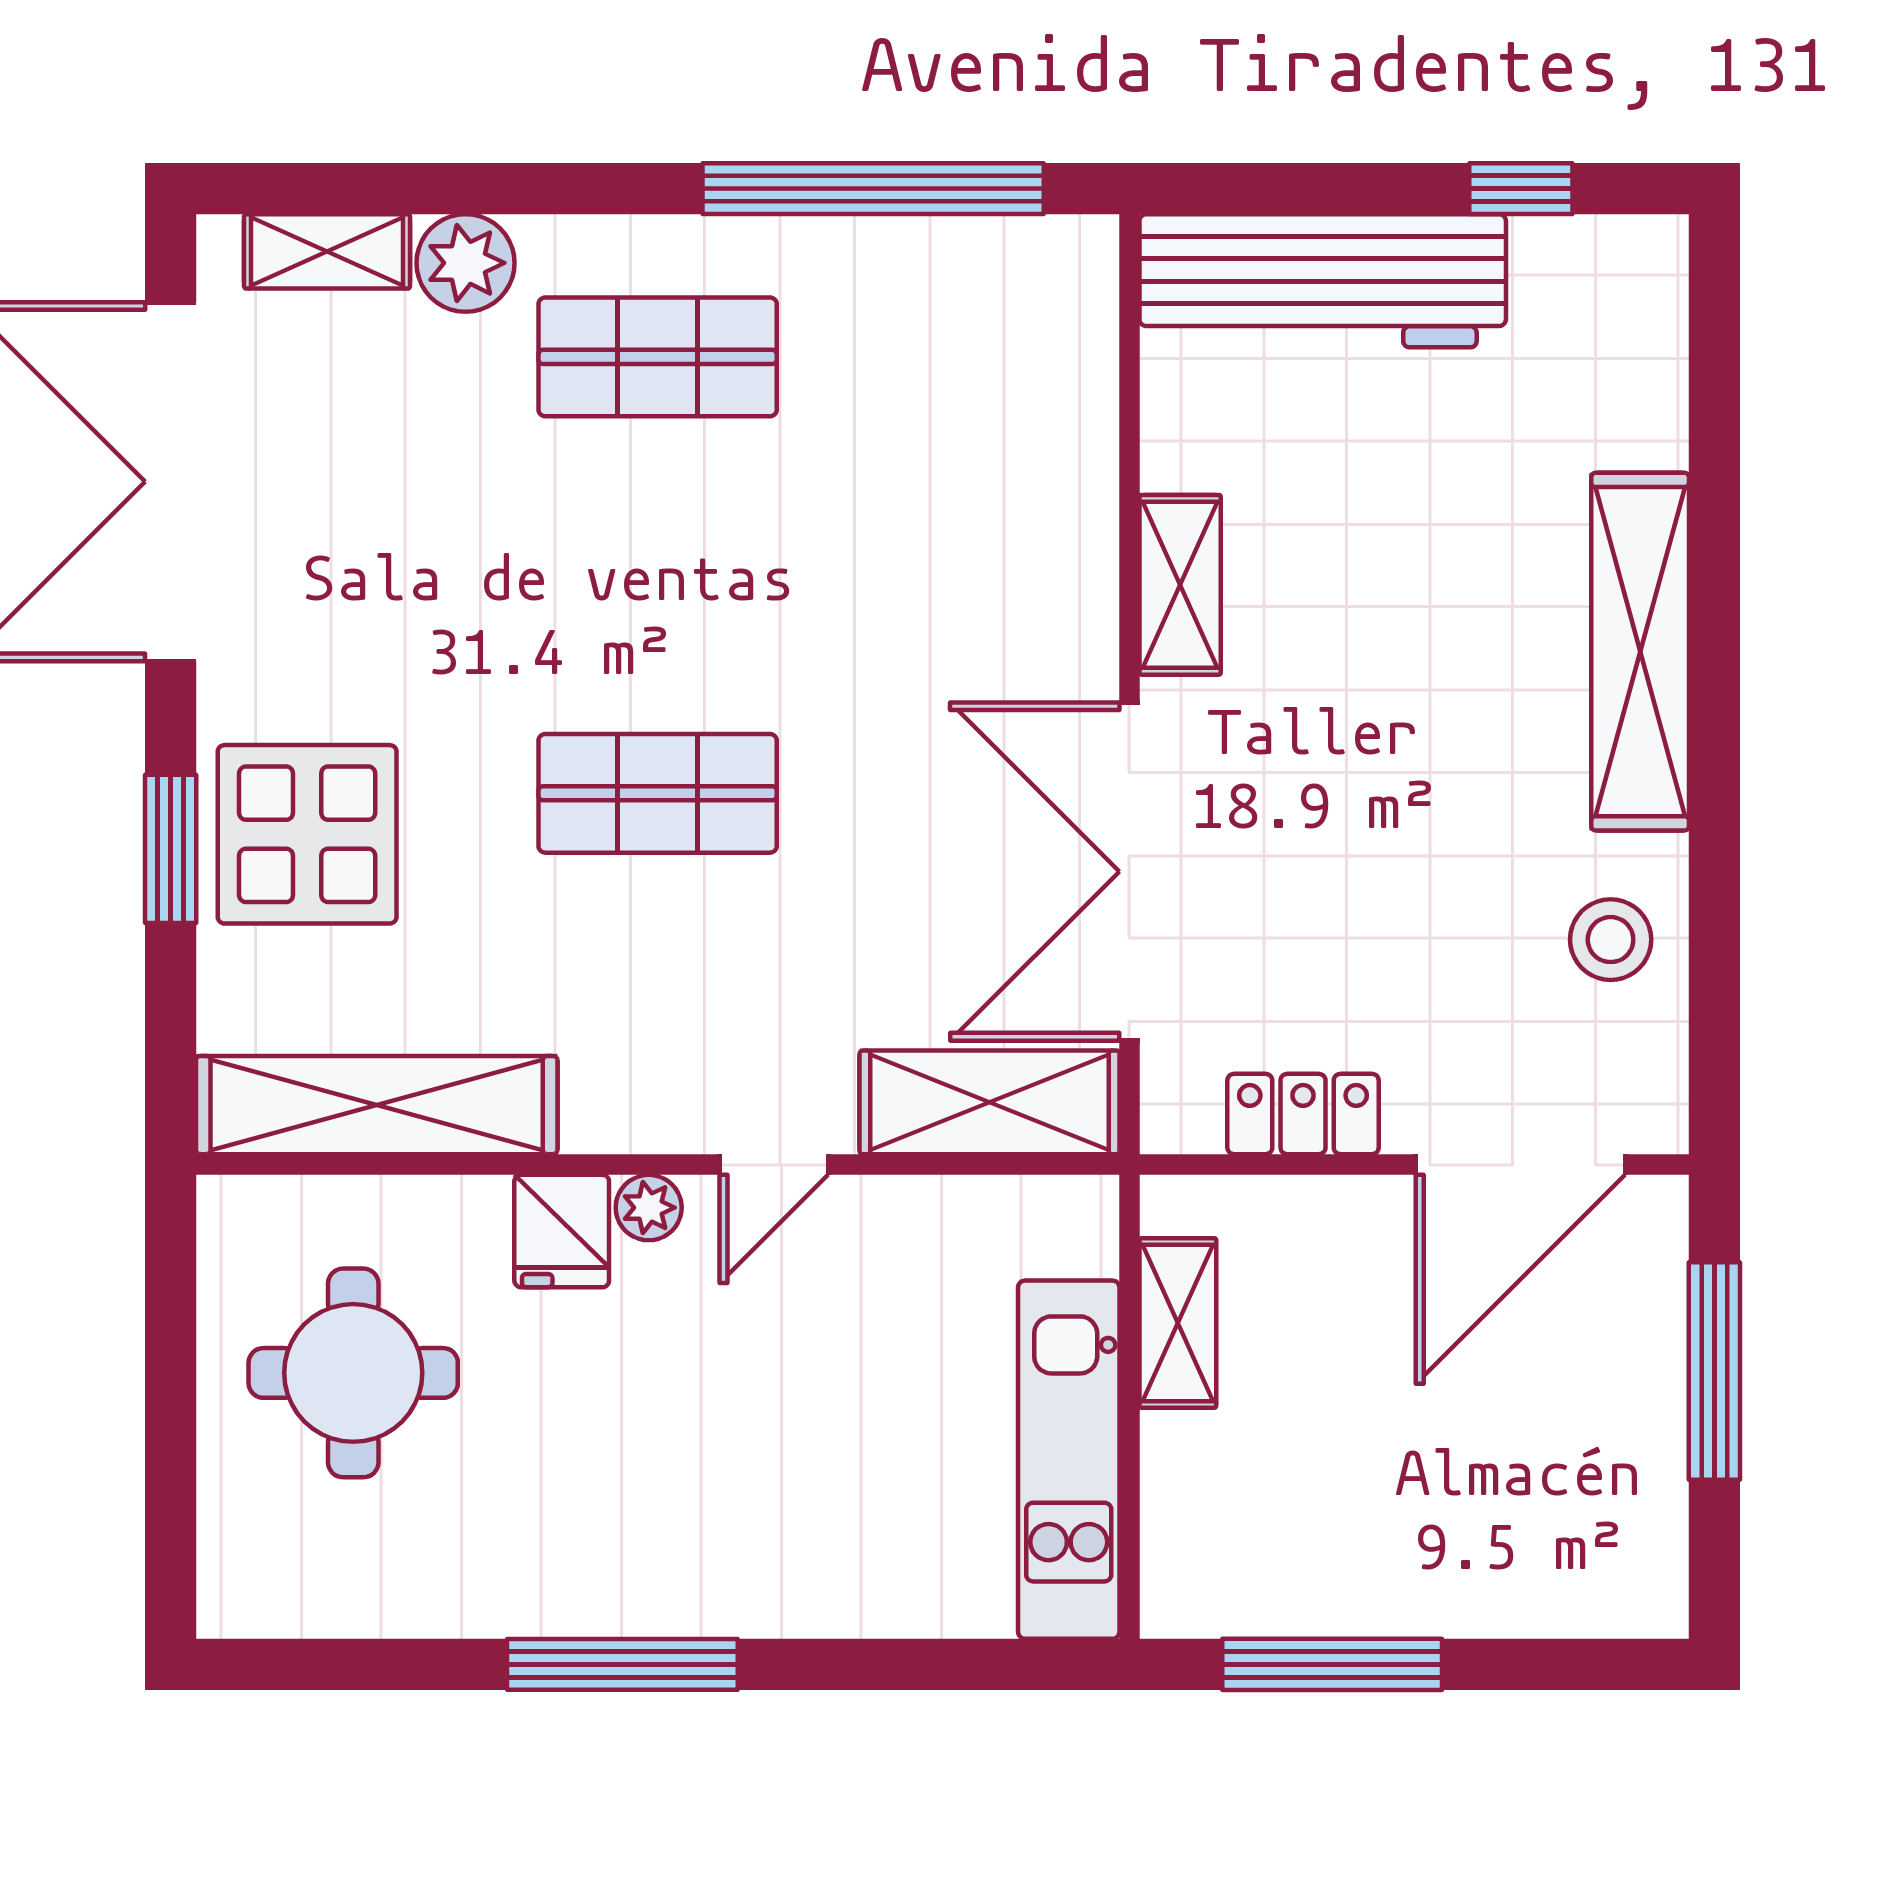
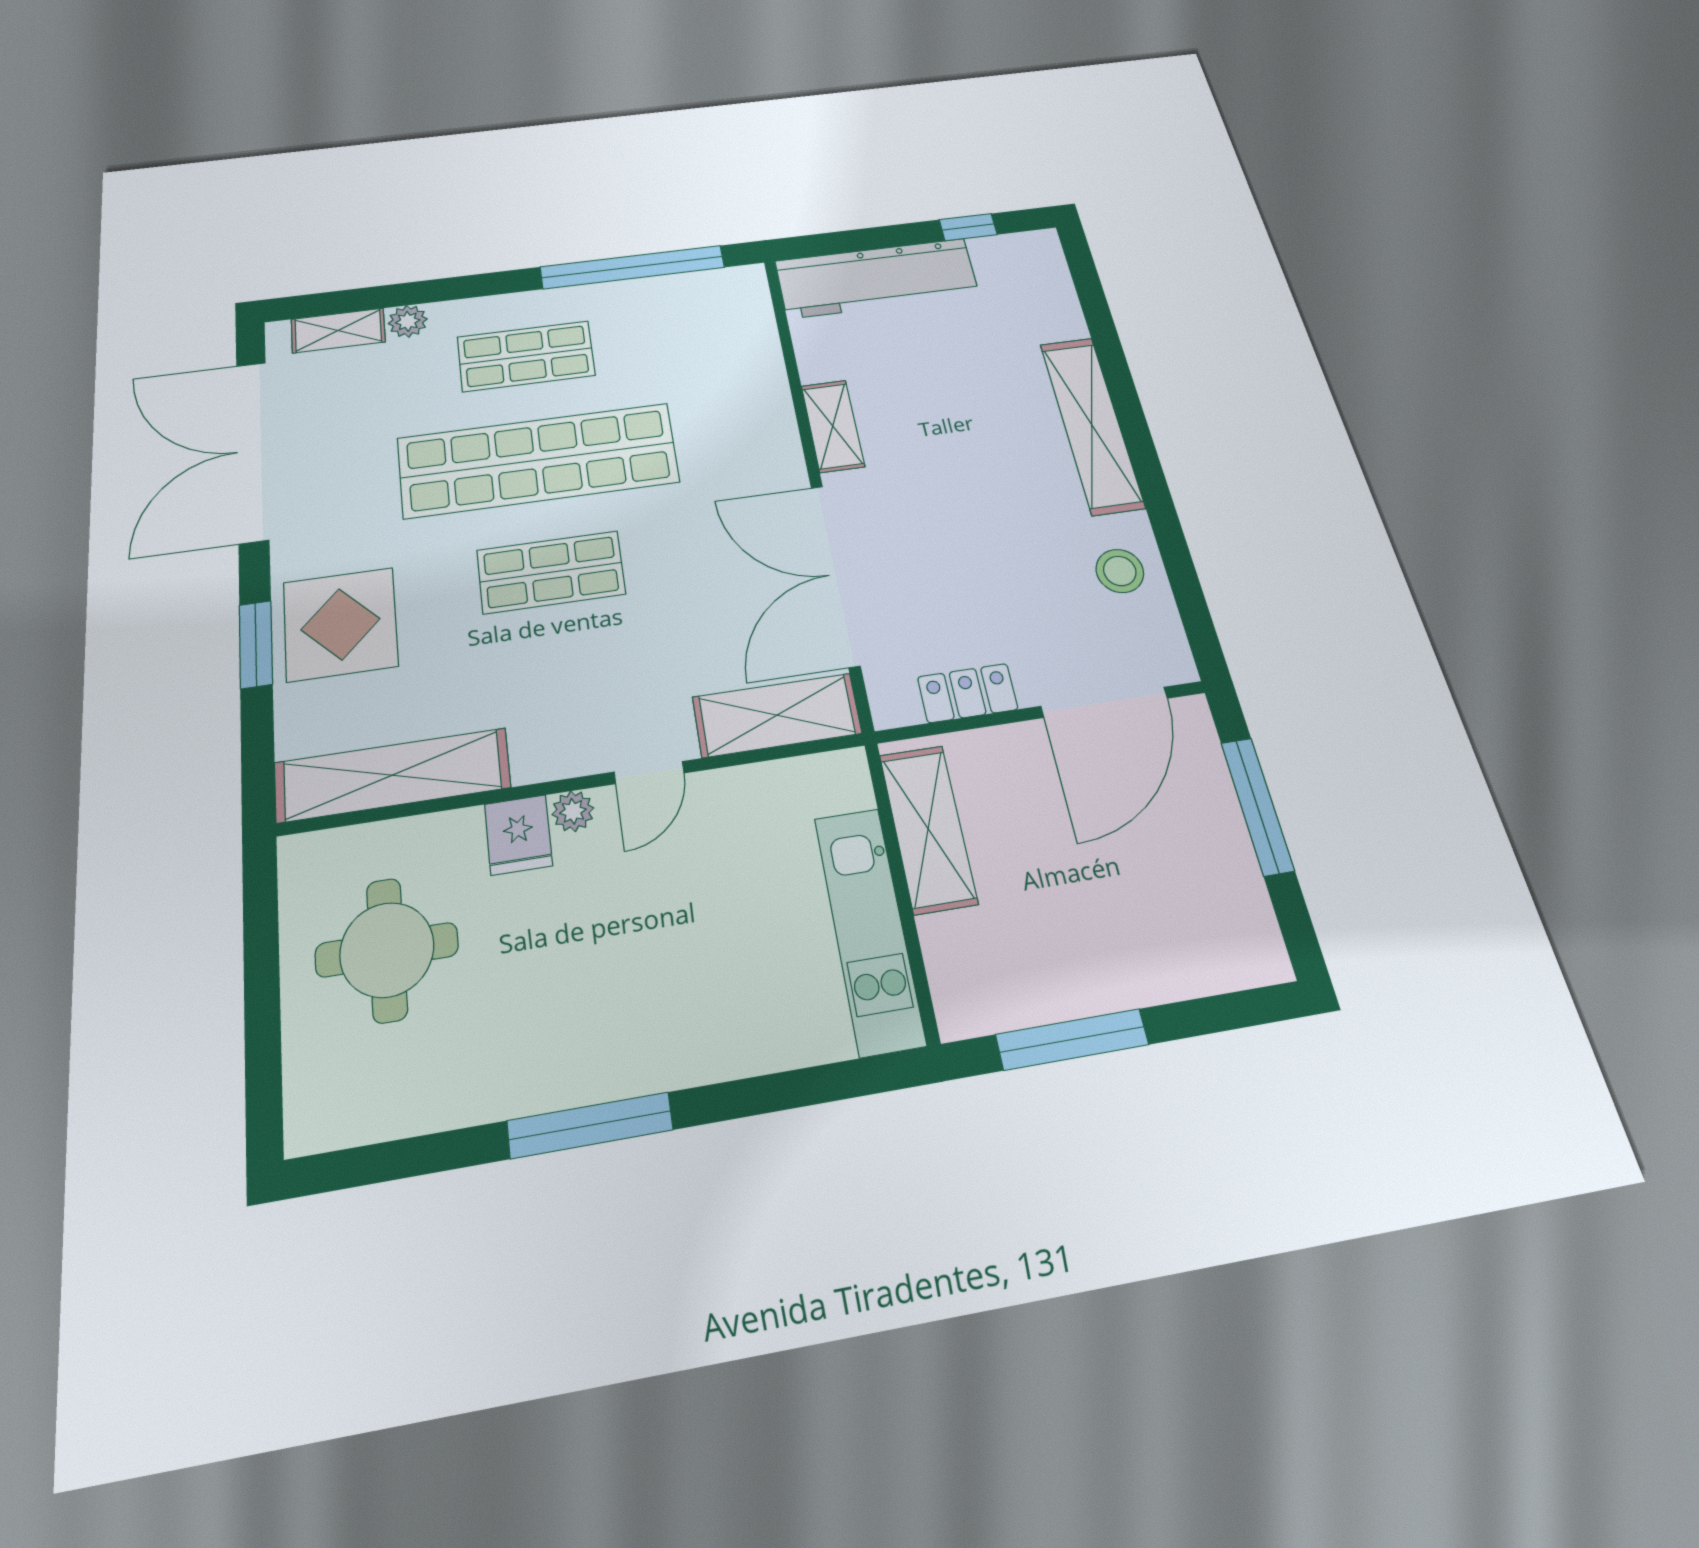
plant: (466, 263) -> (408, 321), width x0.73, depth x0.73
shop shelf: (658, 575) -> (538, 460), added
shelving: (1178, 1323) -> (928, 829), width x1.50, depth x1.33

